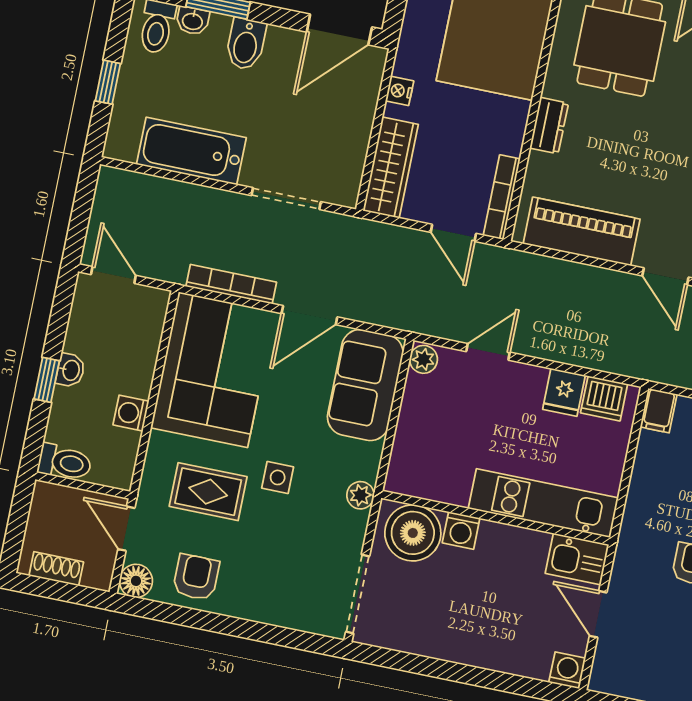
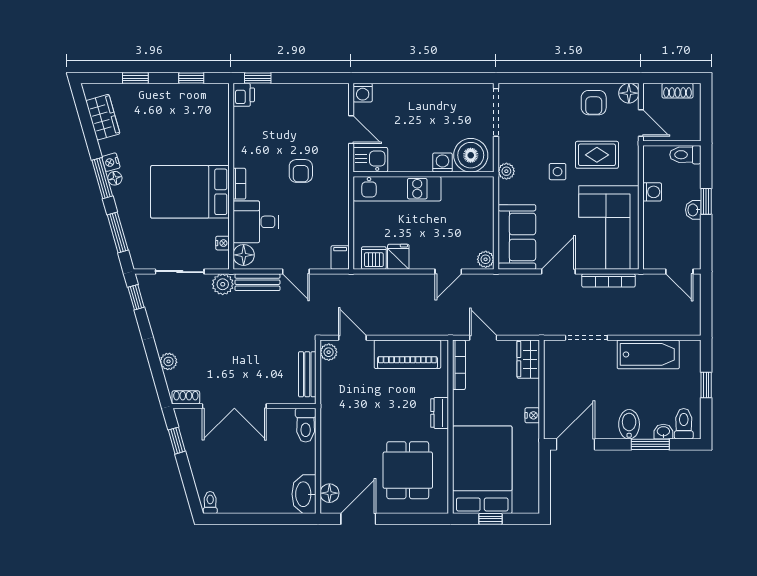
wardrobe: (391, 168) -> (528, 359), width x0.67

